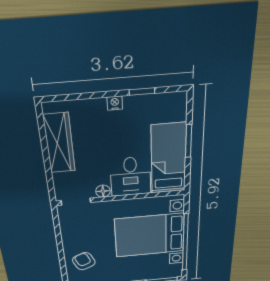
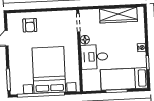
bed: (169, 159) -> (124, 79), moved, turned 180
armchair: (84, 261) -> (30, 25), turned 114

